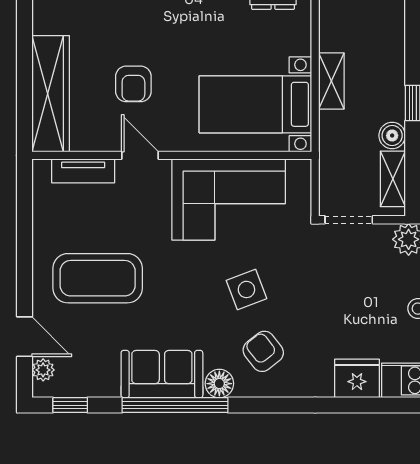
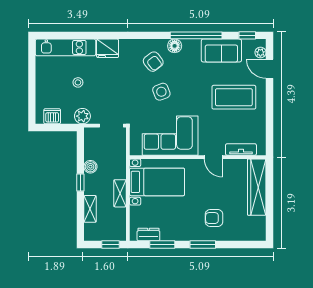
armchair: (133, 84) -> (214, 218), moved, turned -90
shelving: (393, 179) -> (90, 209), moved
sofa: (162, 374) -> (221, 50), moved

